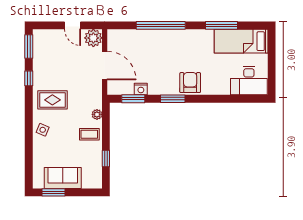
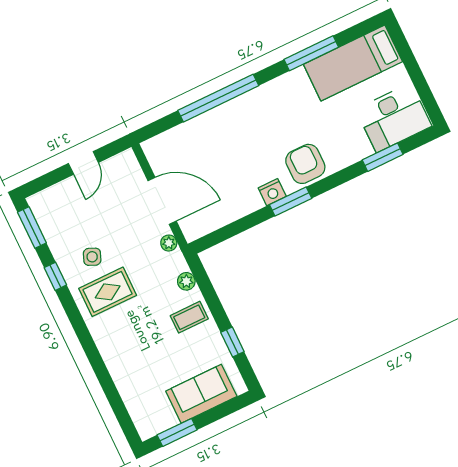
door: (73, 25) -> (83, 163), hinge flipped
plant: (93, 38) -> (169, 243), moved, width x0.53, depth x0.53
nightstand: (141, 89) -> (272, 192), moved
window: (133, 99) -> (383, 157), moved
side table: (43, 130) -> (92, 257), moved
sofa: (63, 178) -> (201, 394), moved

